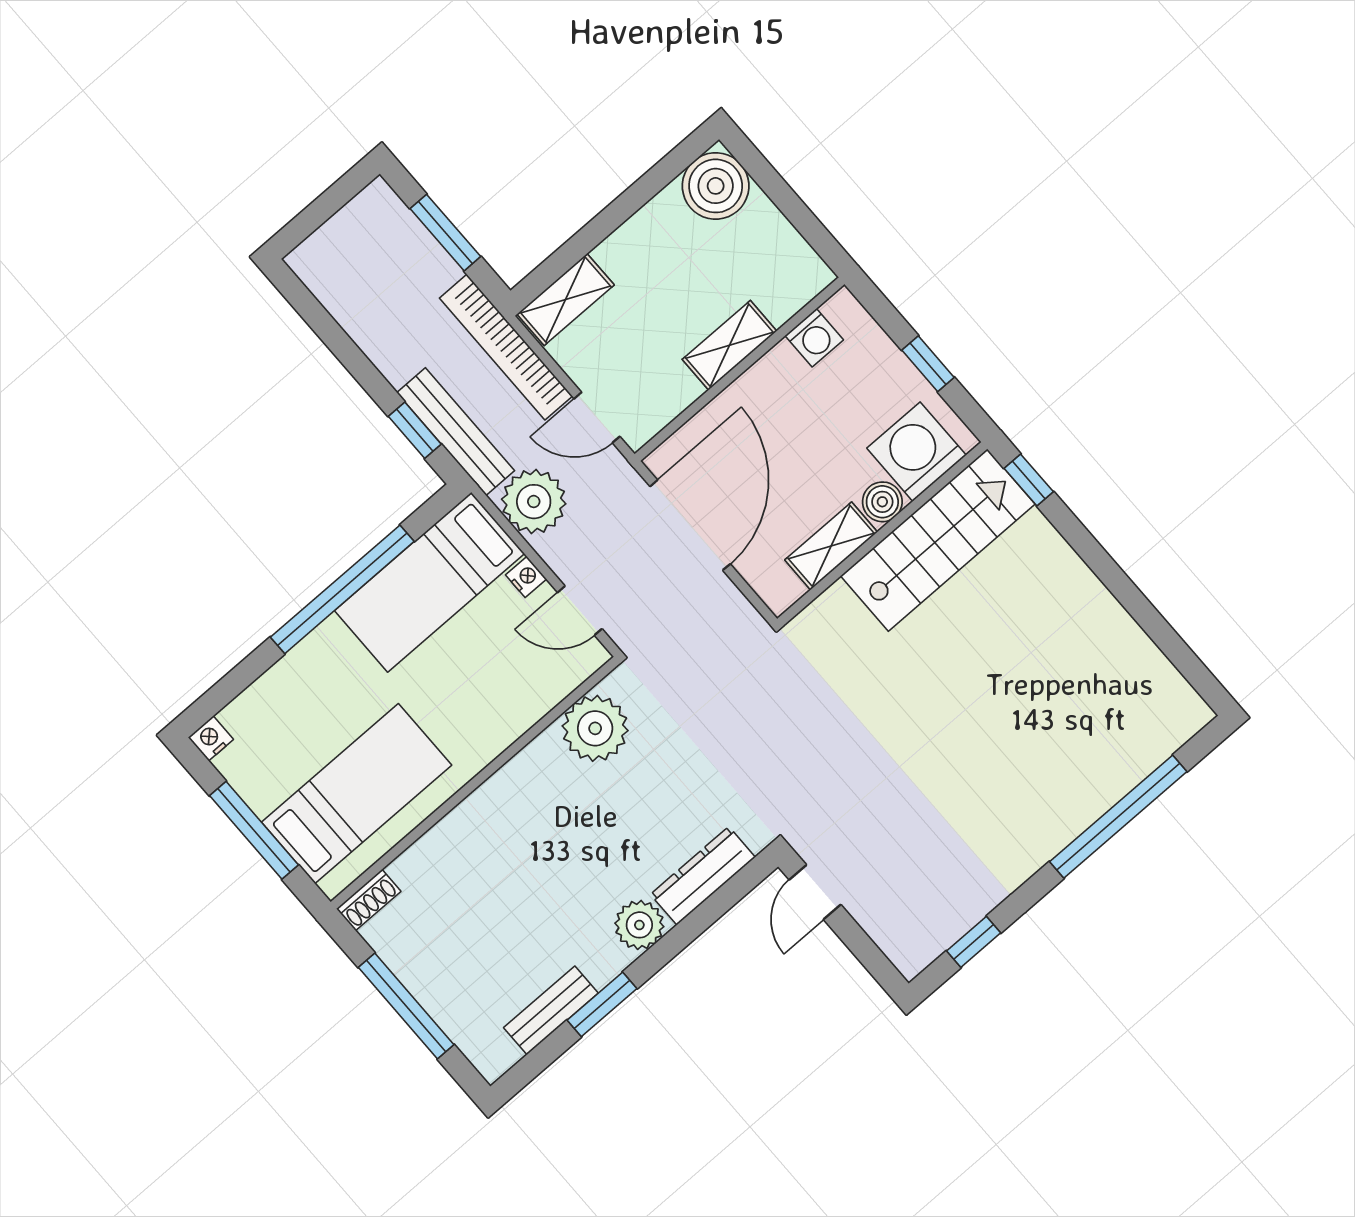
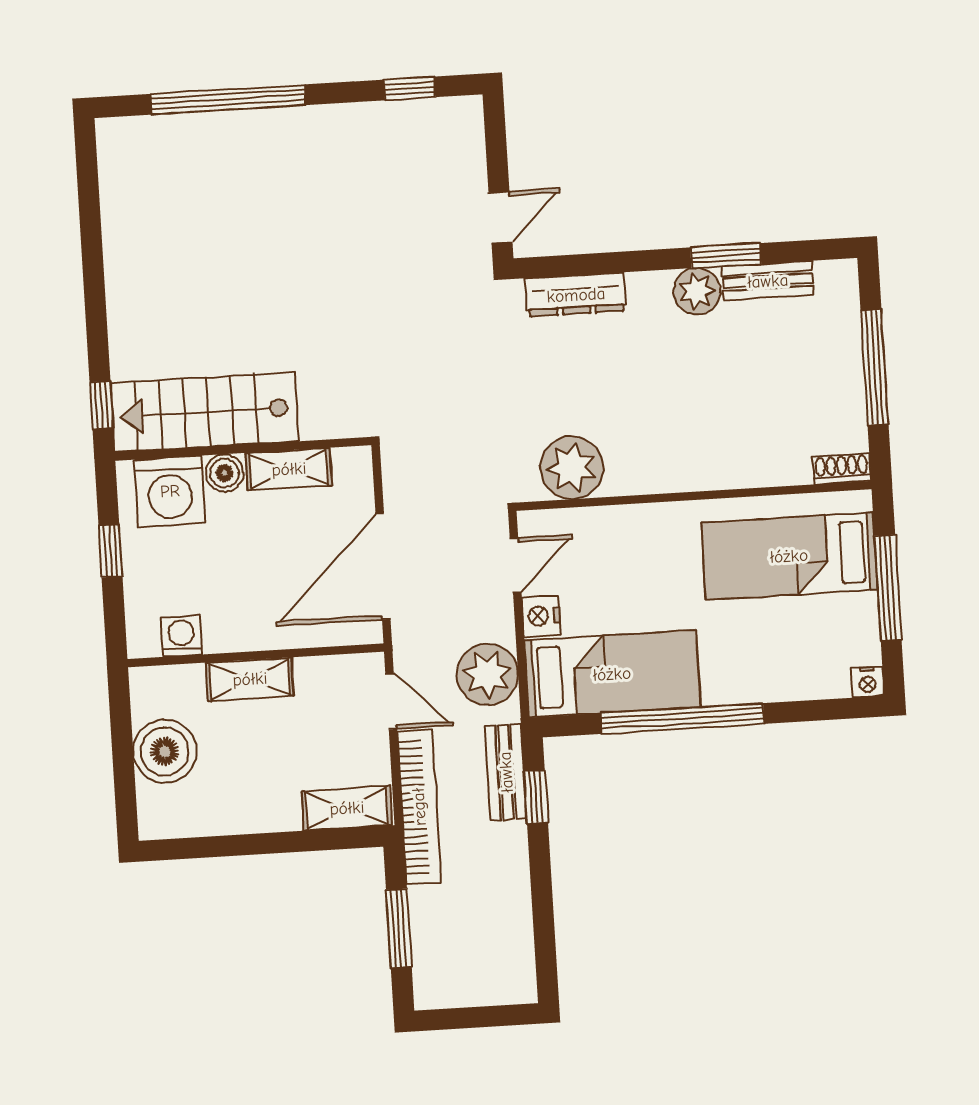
boiler: (716, 186) -> (165, 751), moved
bench: (456, 432) -> (506, 772), width x0.73
nightstand: (526, 577) -> (541, 616), width x1.39, depth x1.35
door: (580, 611) -> (516, 565), hinge flipped
plant: (639, 925) -> (697, 291), moved

